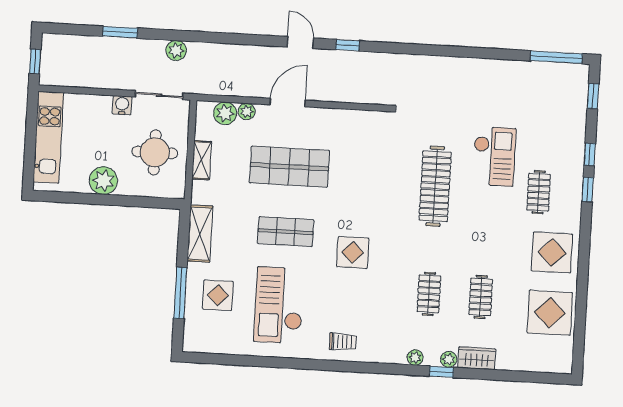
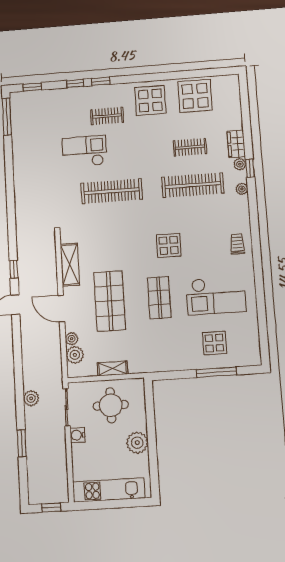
shelving: (200, 234) -> (70, 265), moved, turned 90
clothes rail: (429, 294) -> (193, 185), width x1.86, depth x1.31

